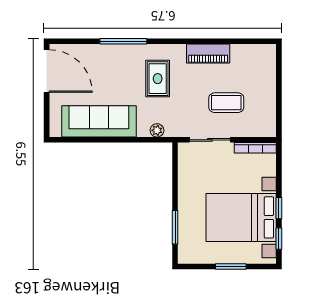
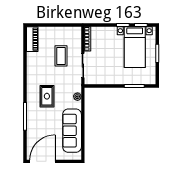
piano: (208, 54) -> (32, 39), moved
rug: (158, 79) -> (47, 96), turned 90
bed with nightstands: (241, 217) -> (135, 47), width x0.73

